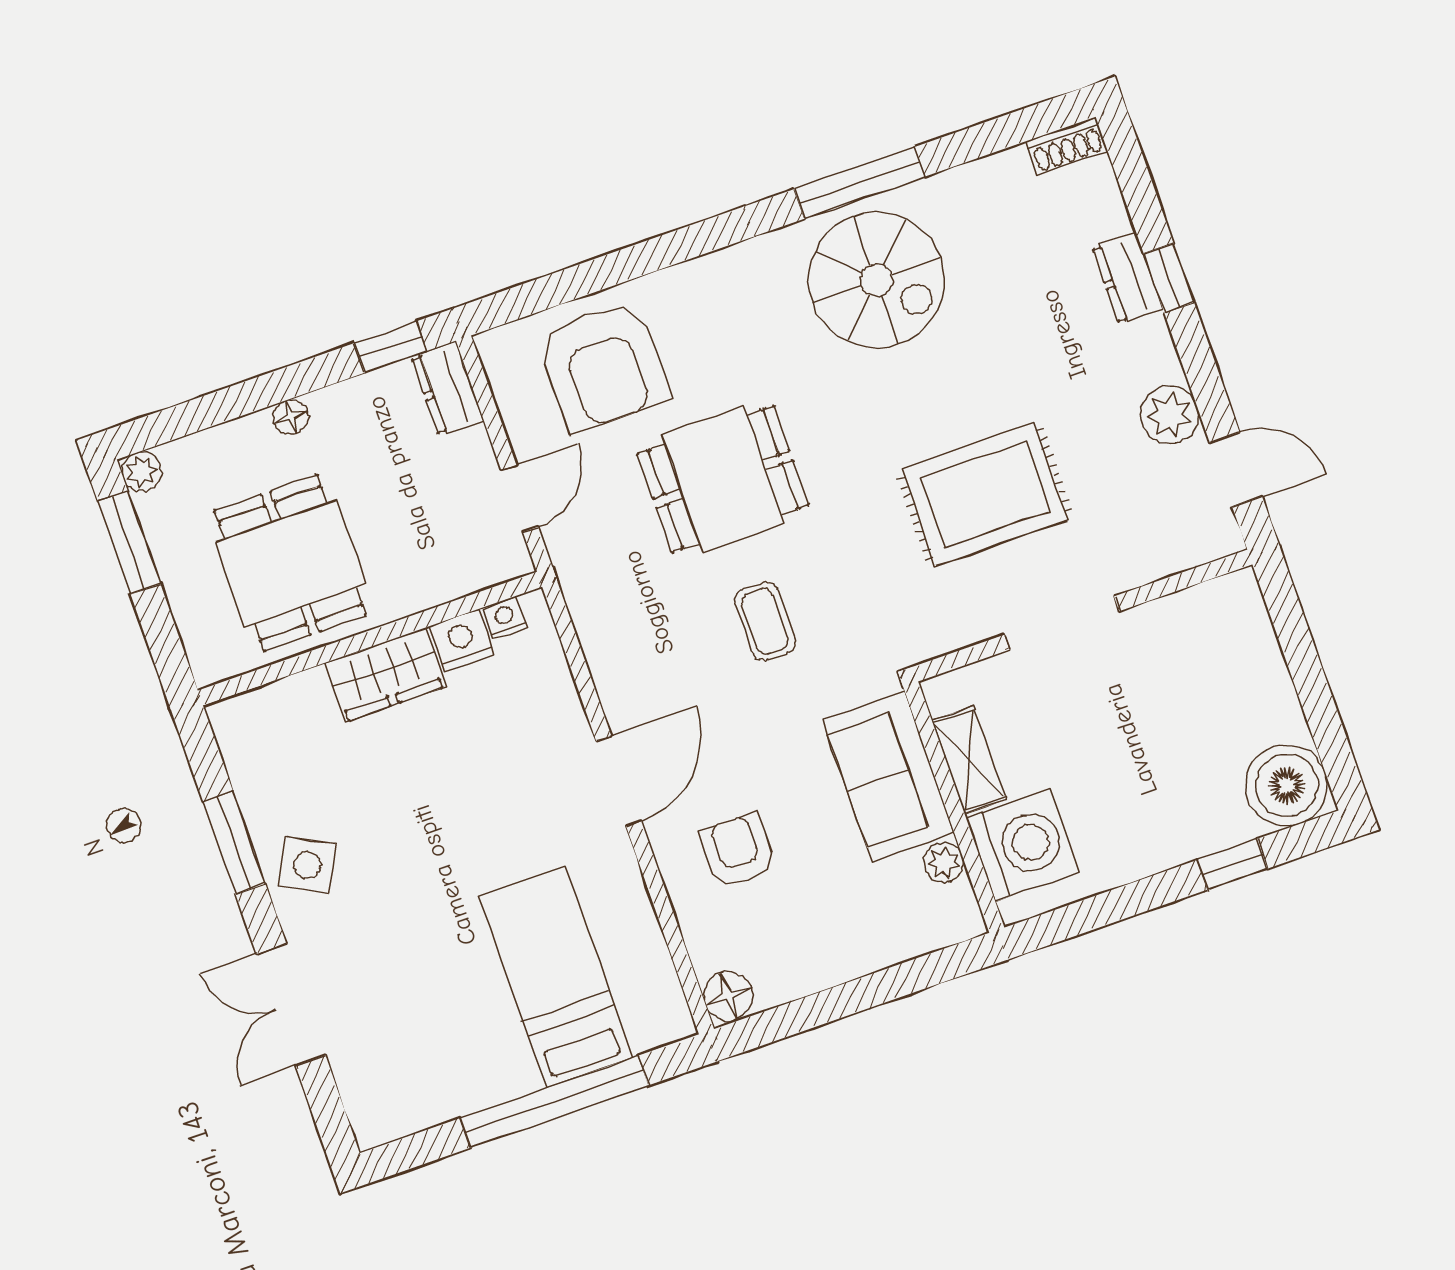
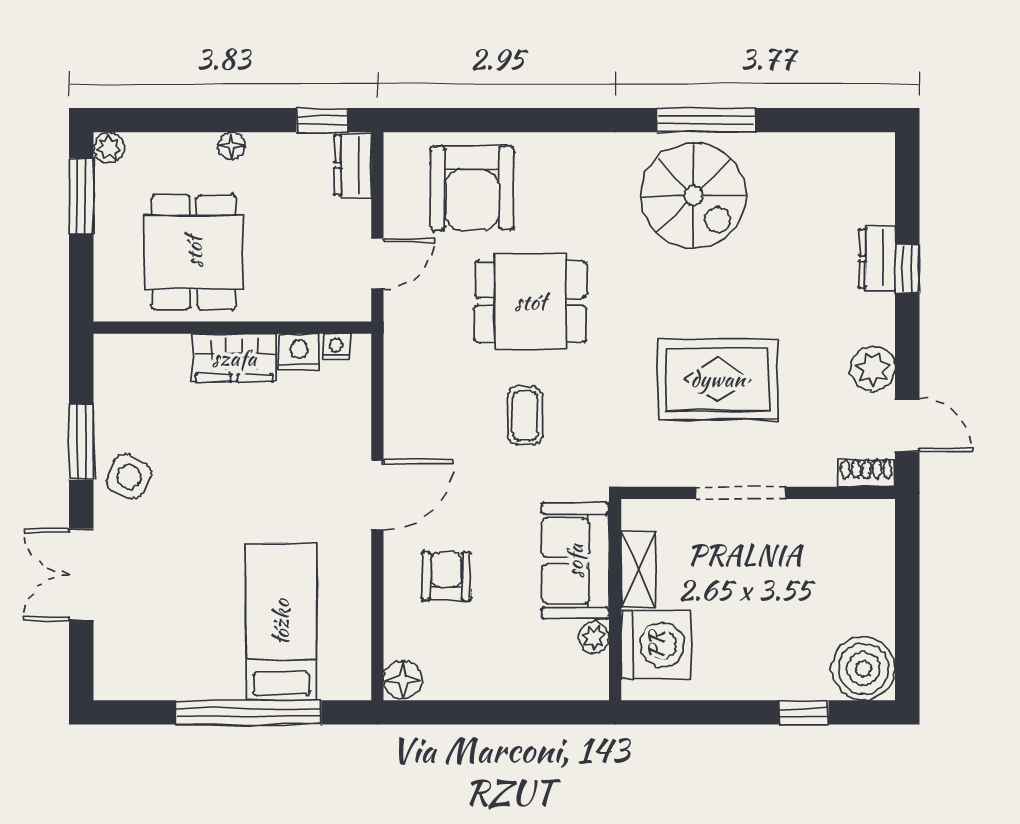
shoe rack: (1067, 146) -> (866, 473), moved, turned 180

